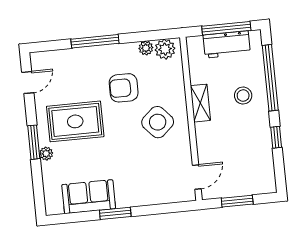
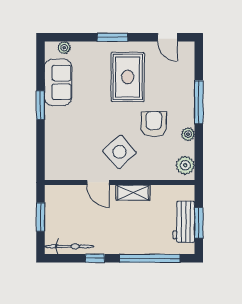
window: (226, 28) -> (199, 223), width x0.69
plant: (146, 48) -> (188, 134), moved
stool: (243, 96) -> (136, 232), removed
plant: (46, 154) -> (64, 48), moved
bicycle: (266, 167) -> (69, 246), added
door: (197, 177) -> (98, 182), moved

